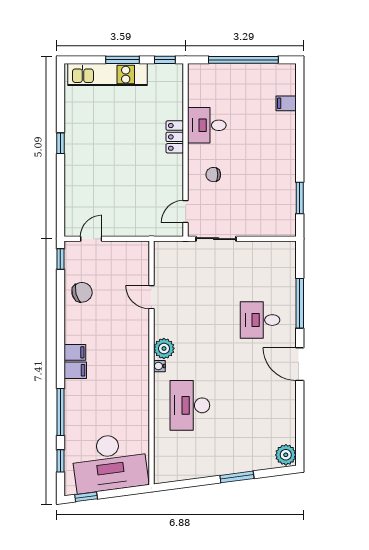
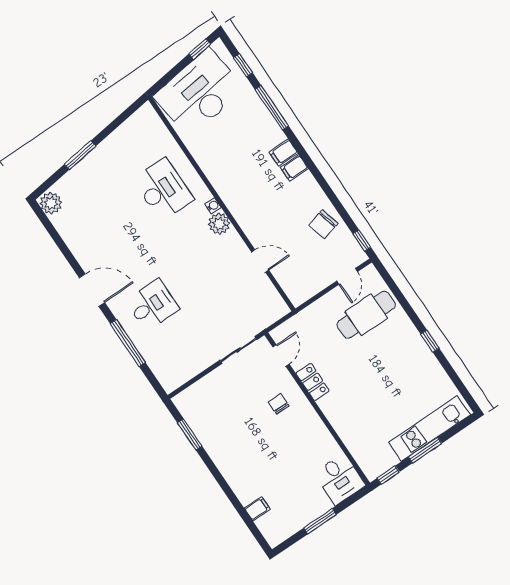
window: (243, 60) -> (320, 521), width x0.47
desk: (207, 125) -> (340, 479), moved, turned 90
locker: (175, 137) -> (313, 382), moved
chair: (213, 175) -> (279, 404), turned -90
cafe table: (97, 198) -> (366, 315), added

